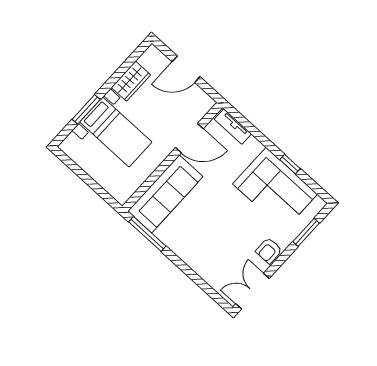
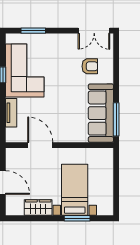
tv unit: (233, 127) -> (11, 113), moved
sofa: (165, 194) -> (101, 113), moved, turned -90
armchair: (269, 251) -> (90, 66), moved

